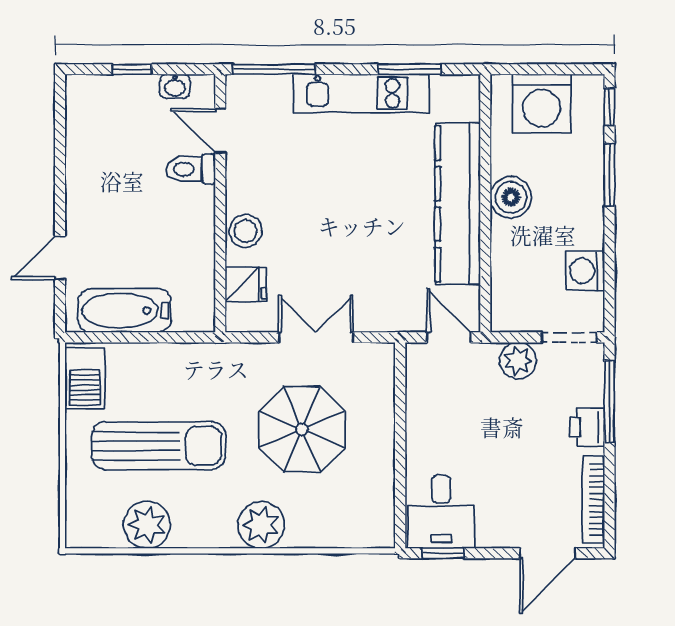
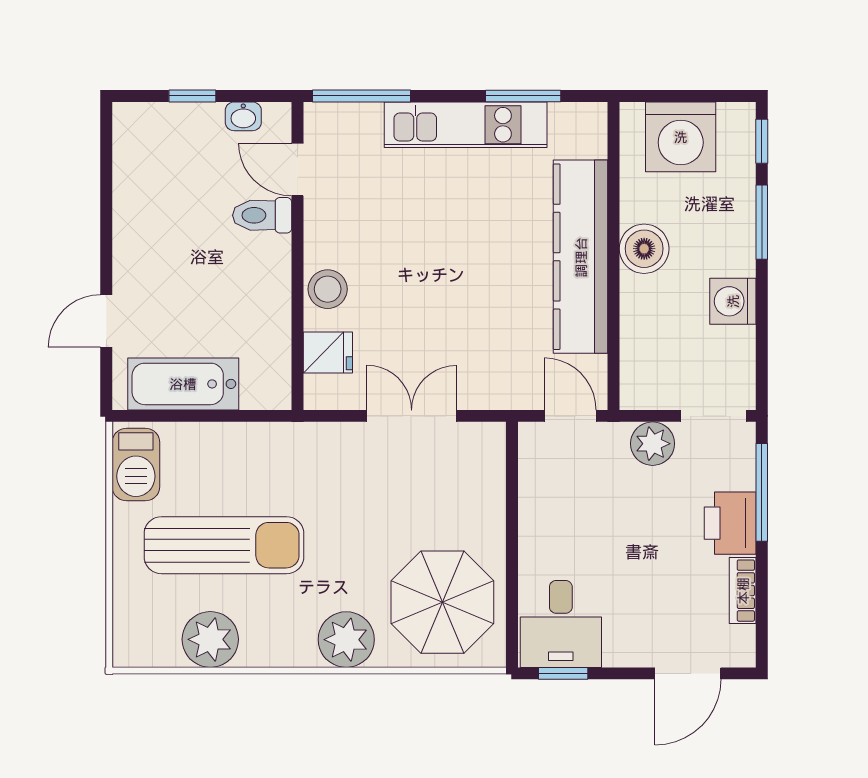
washing machine: (585, 271) -> (733, 301), moved
printer: (587, 427) -> (730, 523), width x1.36, depth x1.24
parasol: (302, 429) -> (442, 602), moved
bookcase: (593, 499) -> (743, 591), width x0.64

